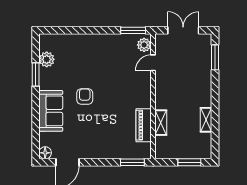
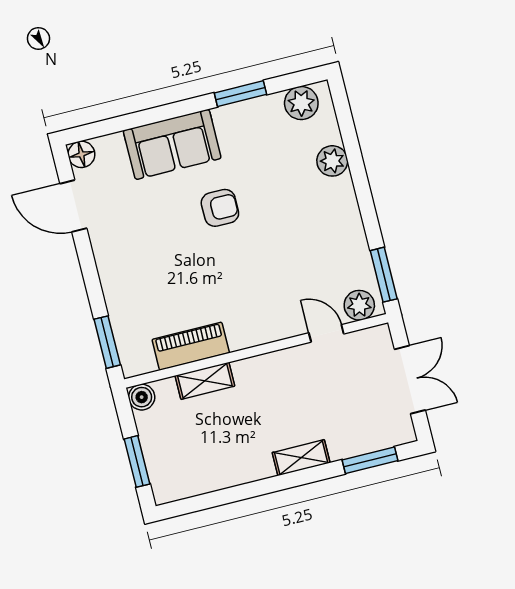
plant: (76, 41) -> (332, 161), added
plant: (47, 59) -> (301, 103), moved
shelving: (206, 120) -> (301, 458), moved
boiler: (161, 153) -> (142, 397), added

